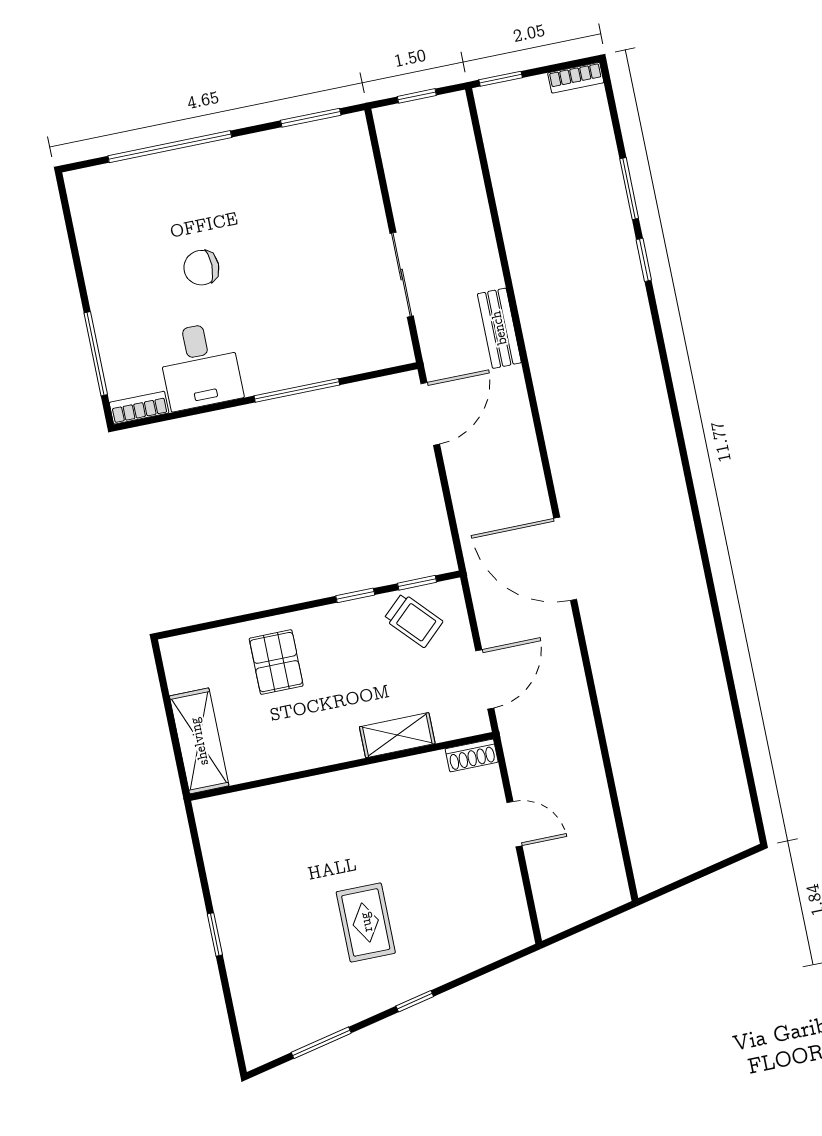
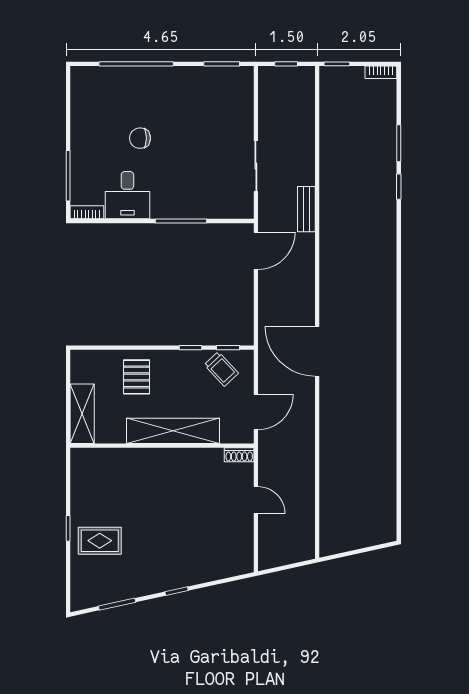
shelving: (397, 735) -> (173, 431), width x2.20, depth x1.33
rug: (366, 922) -> (100, 541), moved, turned 90

